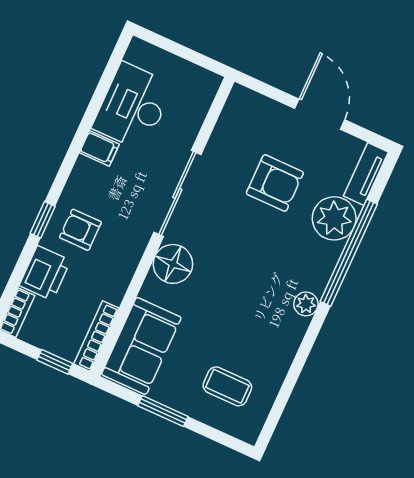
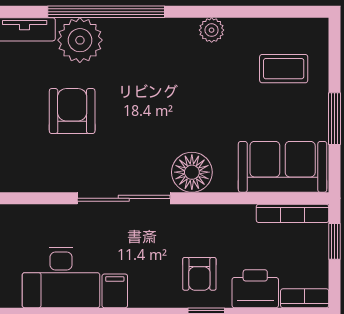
plant: (306, 304) -> (212, 30), moved
coffee table: (227, 386) -> (284, 69), turned 90

